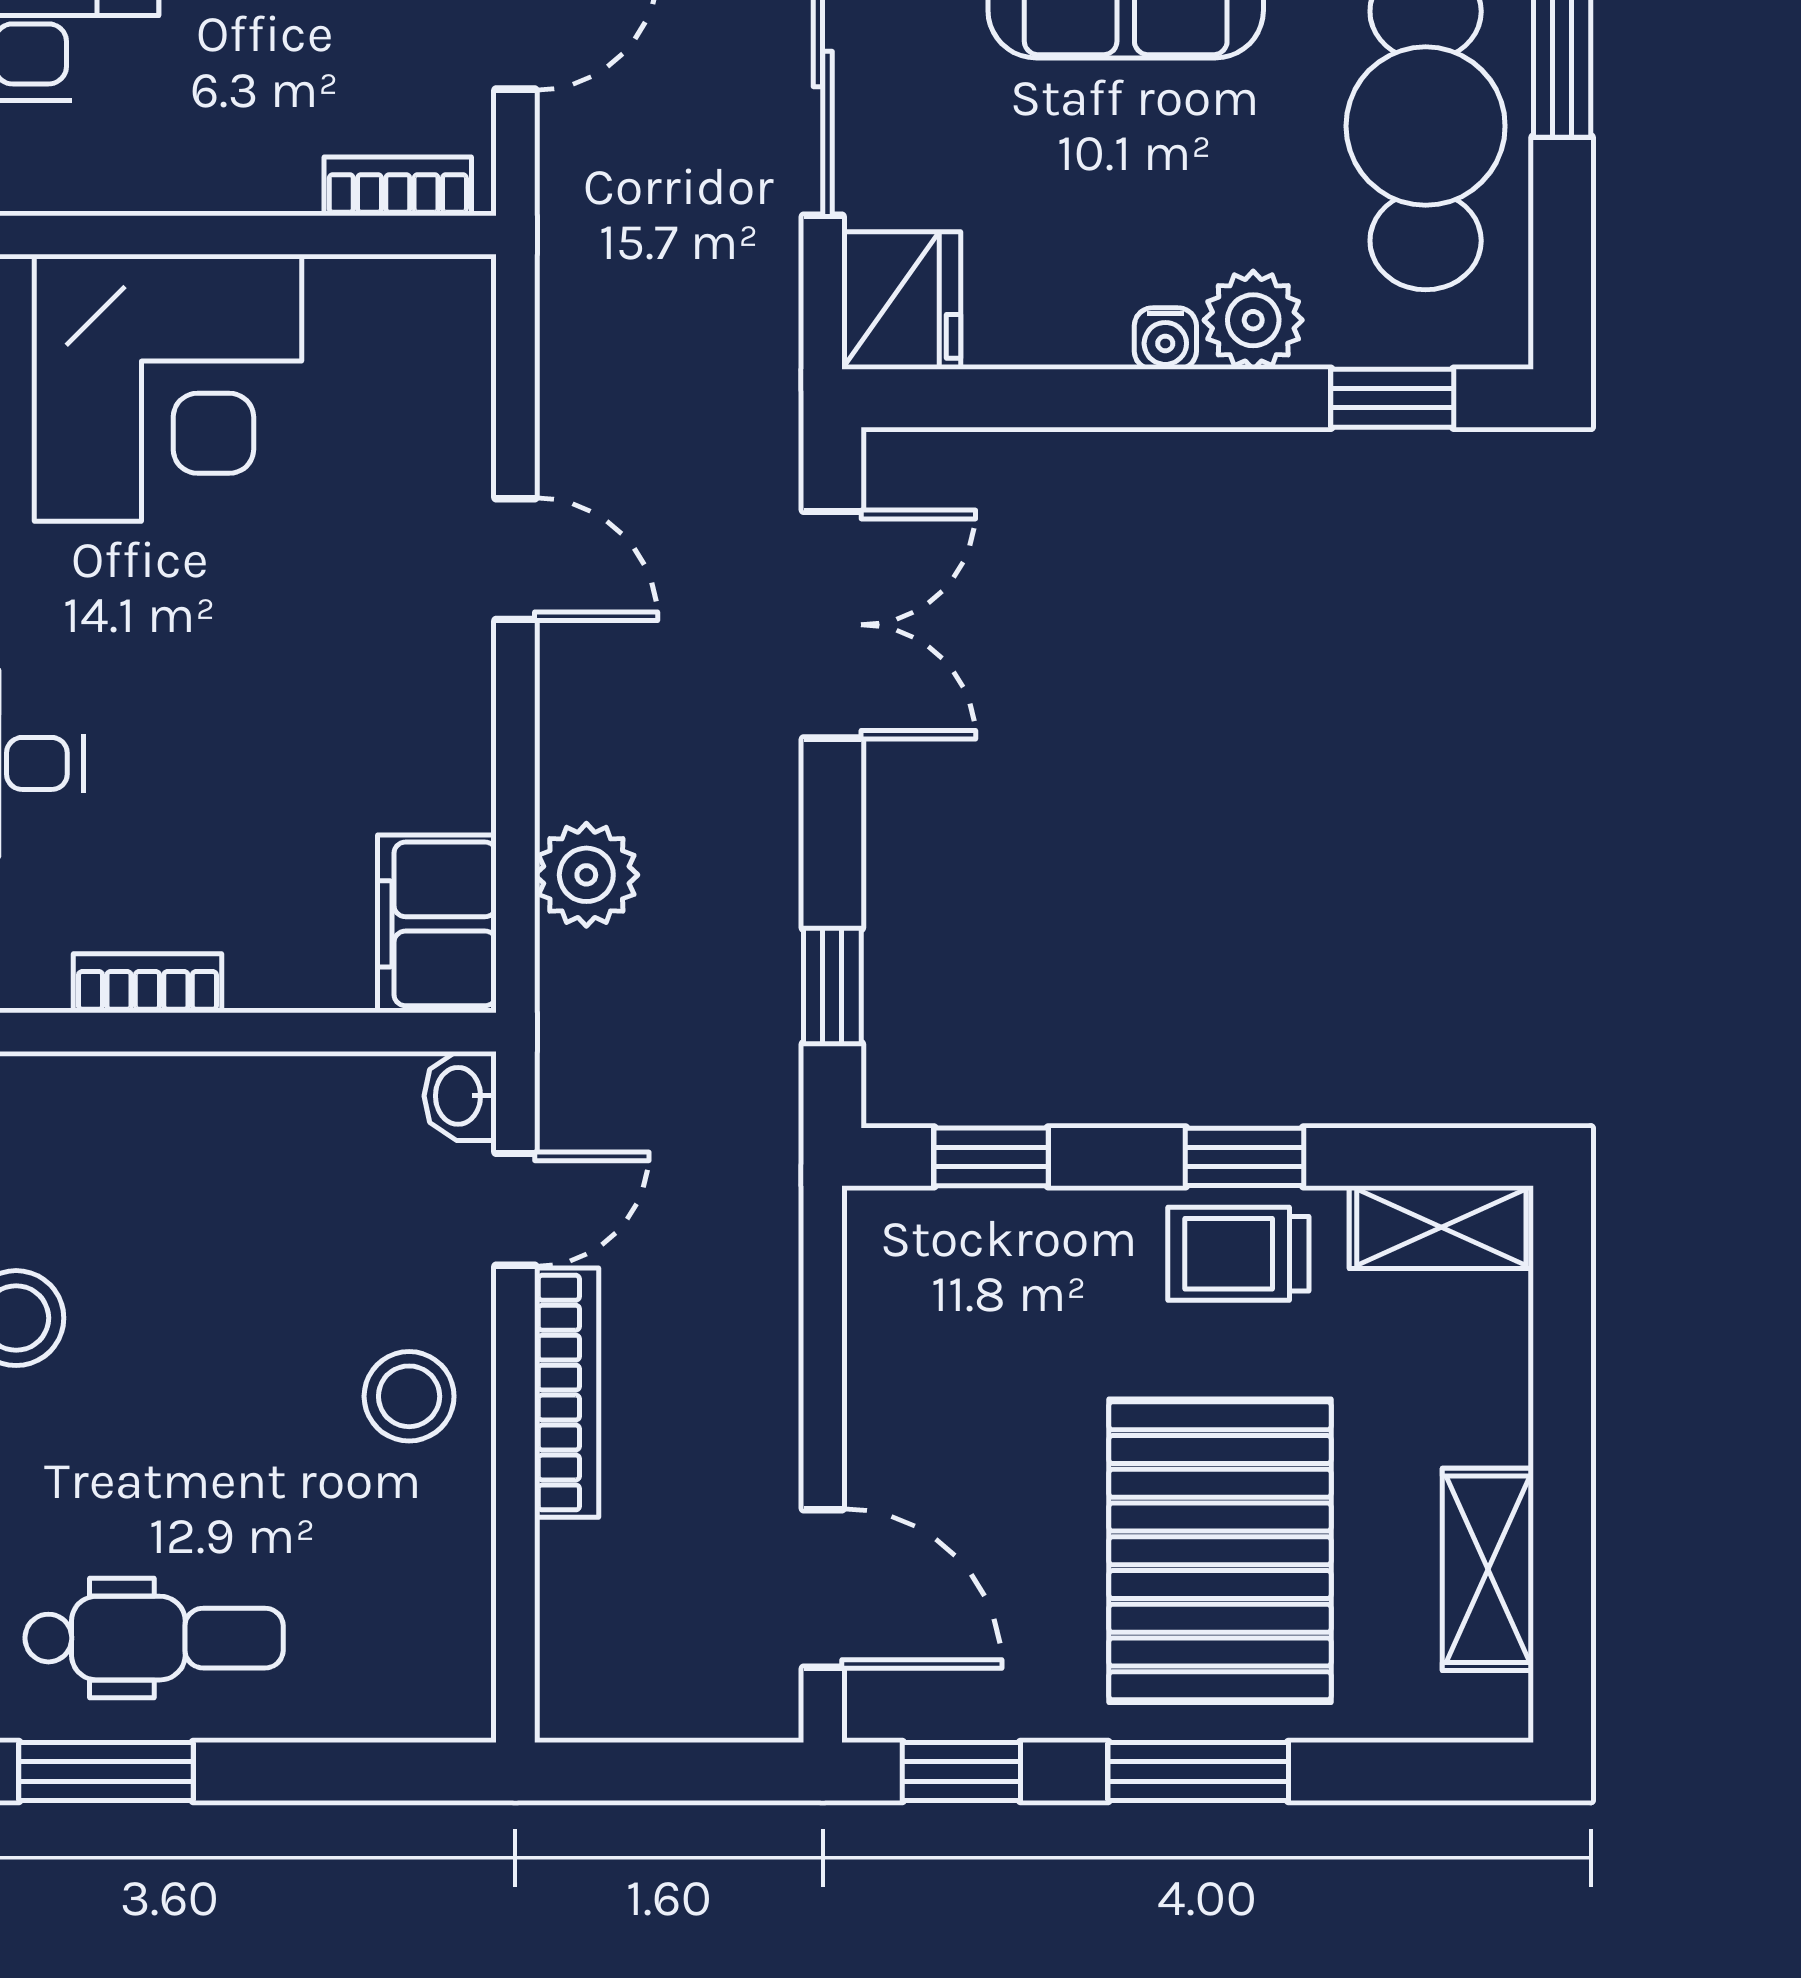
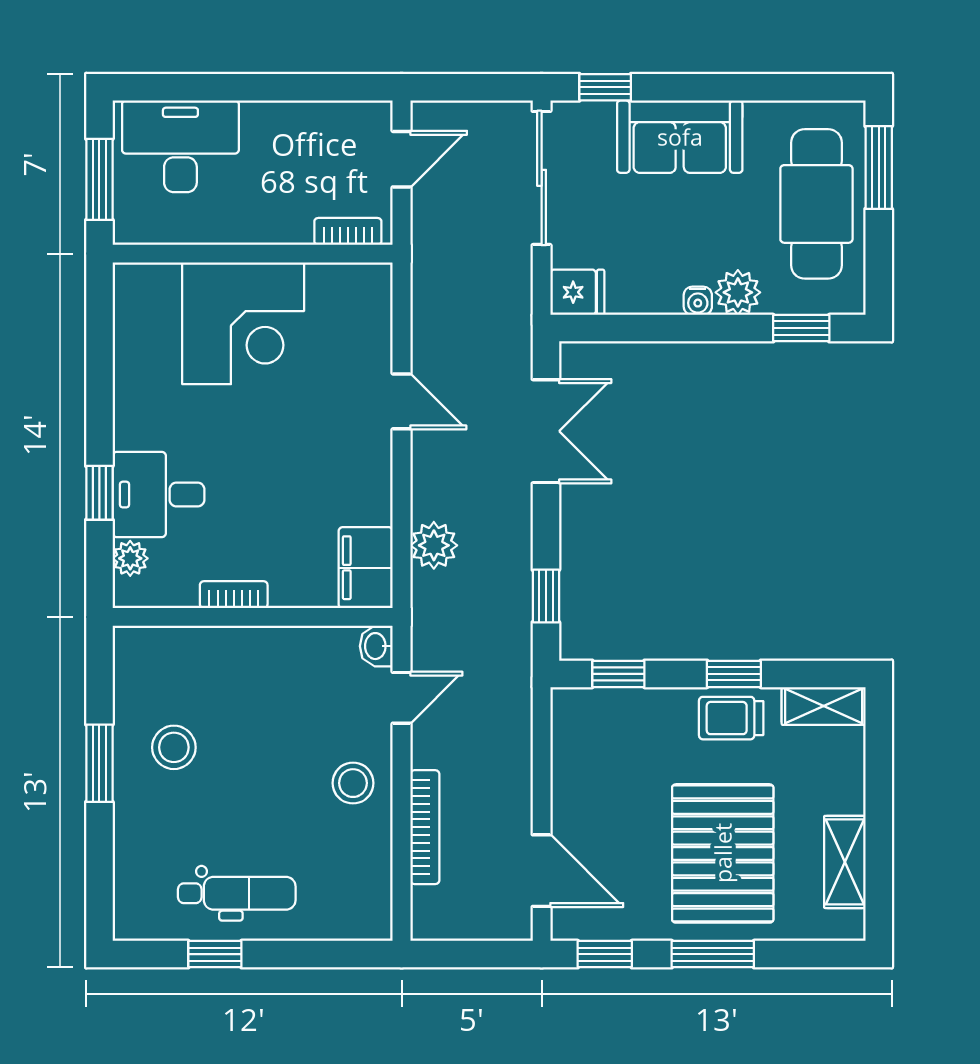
fridge: (901, 301) -> (577, 292), width x0.72
bookcase: (567, 1393) -> (425, 827), moved
window: (106, 1772) -> (215, 954), width x0.67

